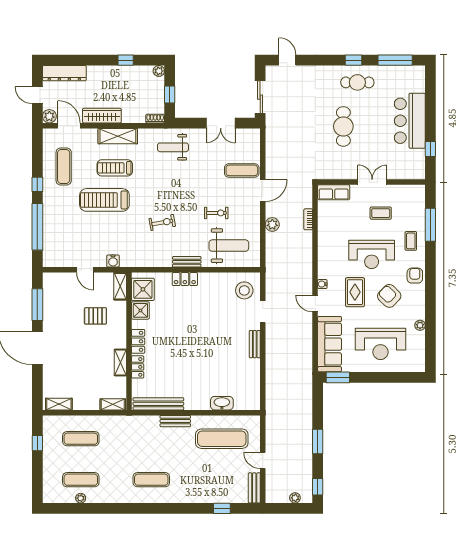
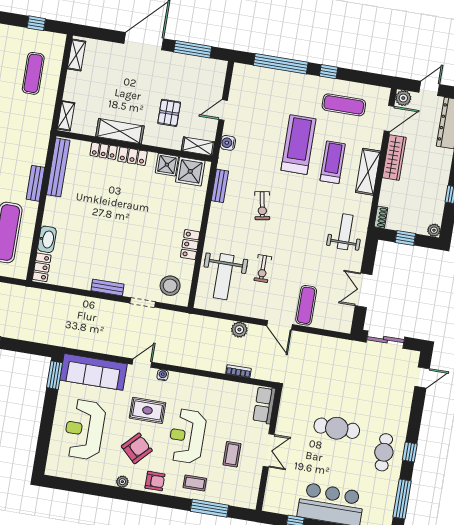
bench: (187, 262) -> (220, 186), moved
locker: (185, 279) -> (190, 245), moved
plant: (420, 325) -> (122, 482), moved
shelving: (120, 362) -> (120, 131), width x1.50, depth x1.33
locker: (247, 404) -> (42, 267), added

